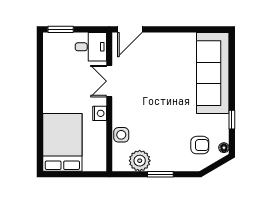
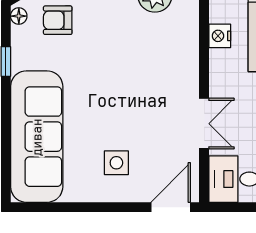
nightstand: (100, 113) -> (220, 36), moved
side table: (121, 135) -> (116, 163), moved

